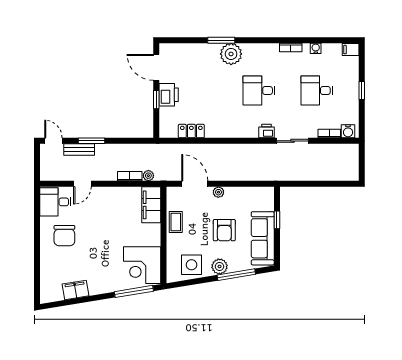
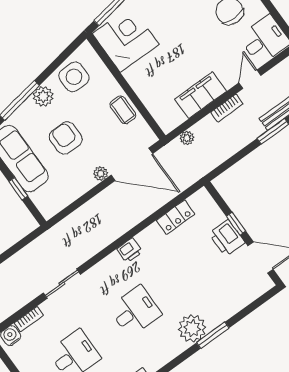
printer: (267, 131) -> (130, 250), moved
bookcase: (130, 176) -> (227, 108), moved
door: (195, 184) -> (132, 164), width x1.36
filing cabinet: (151, 205) -> (201, 95), moved, turned -90

